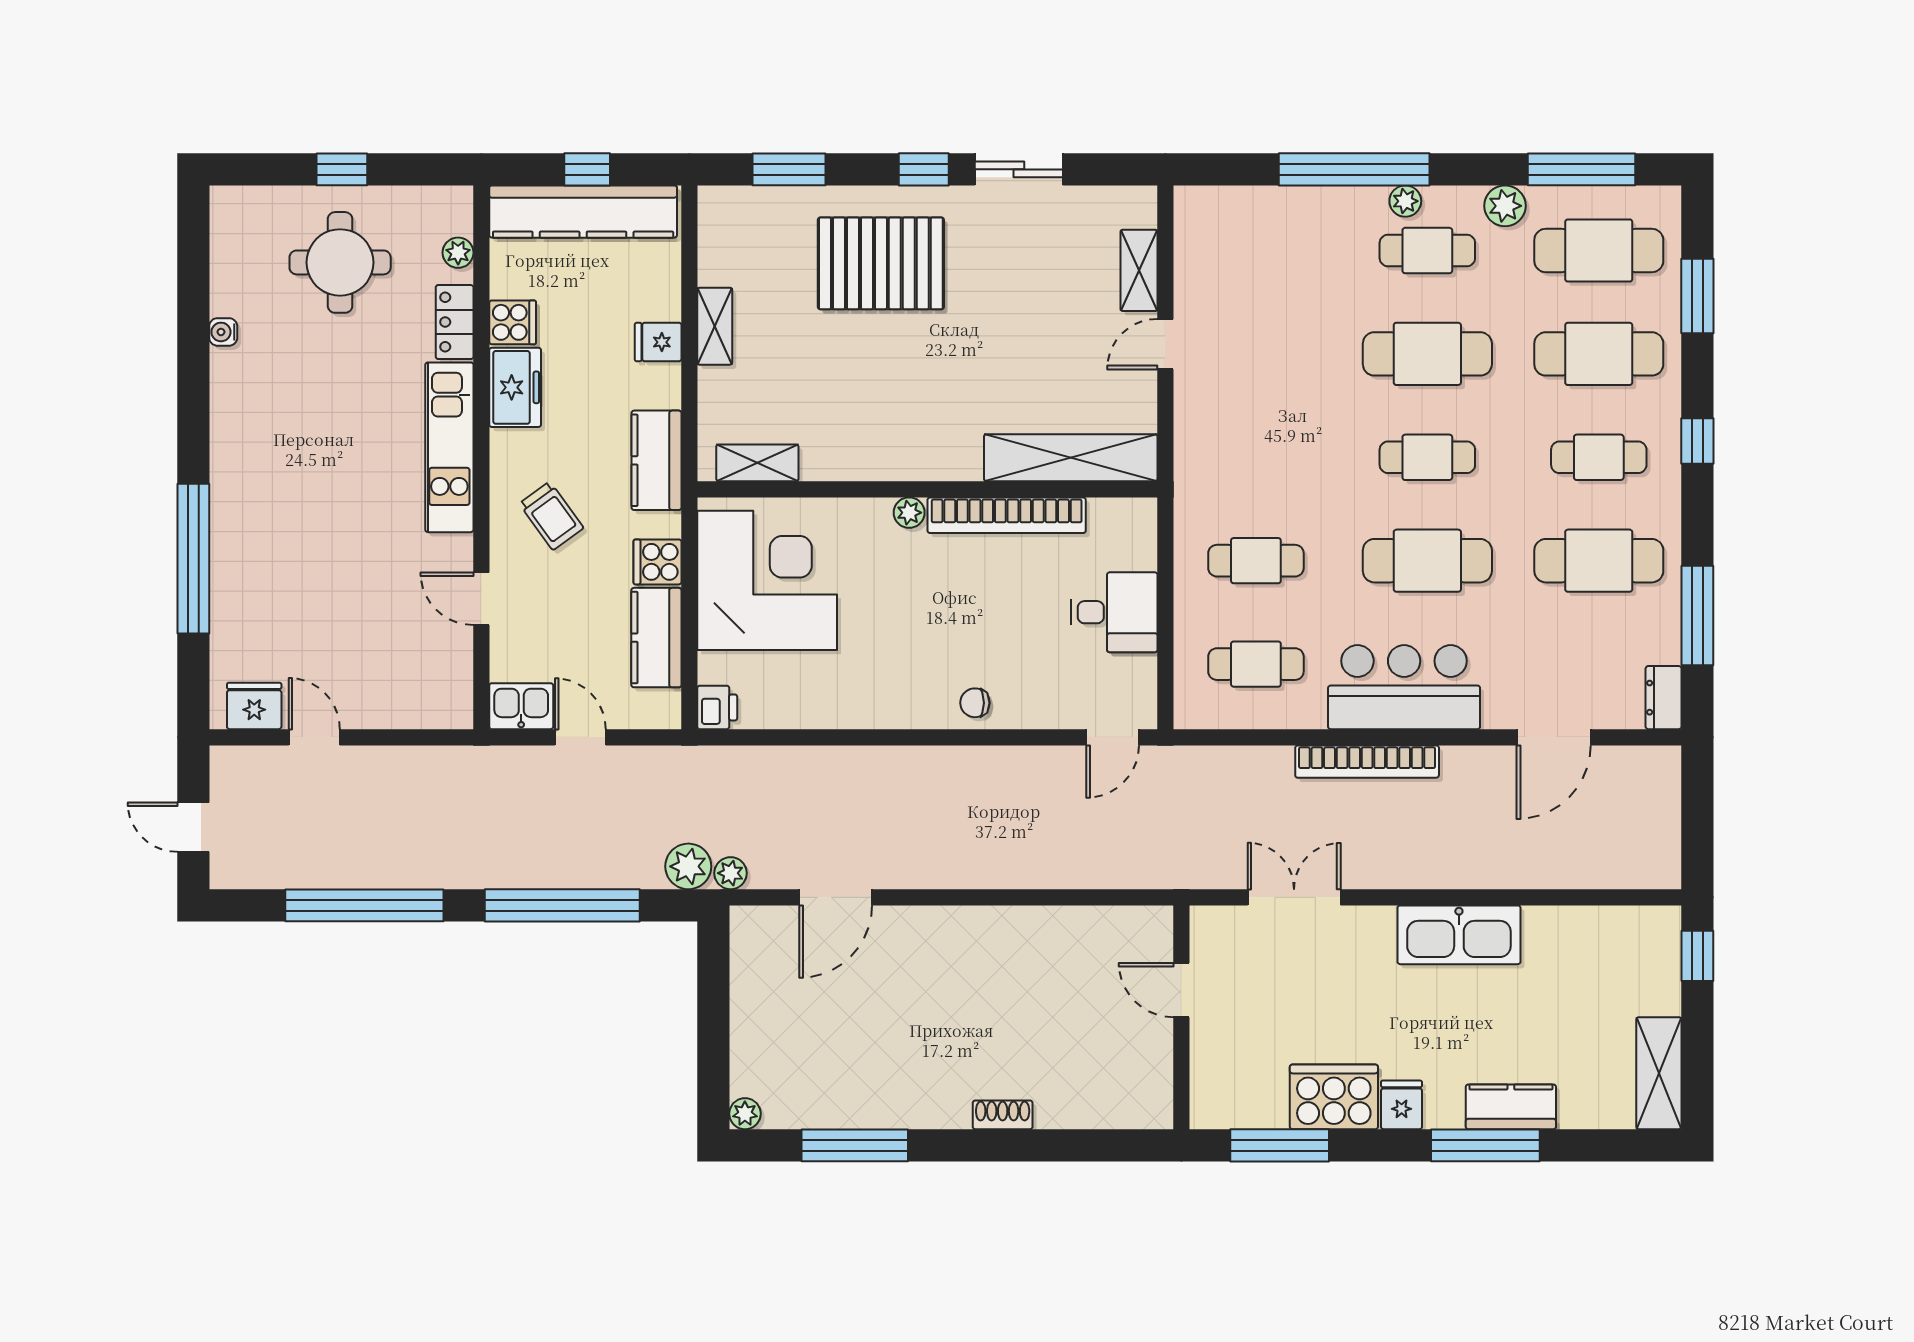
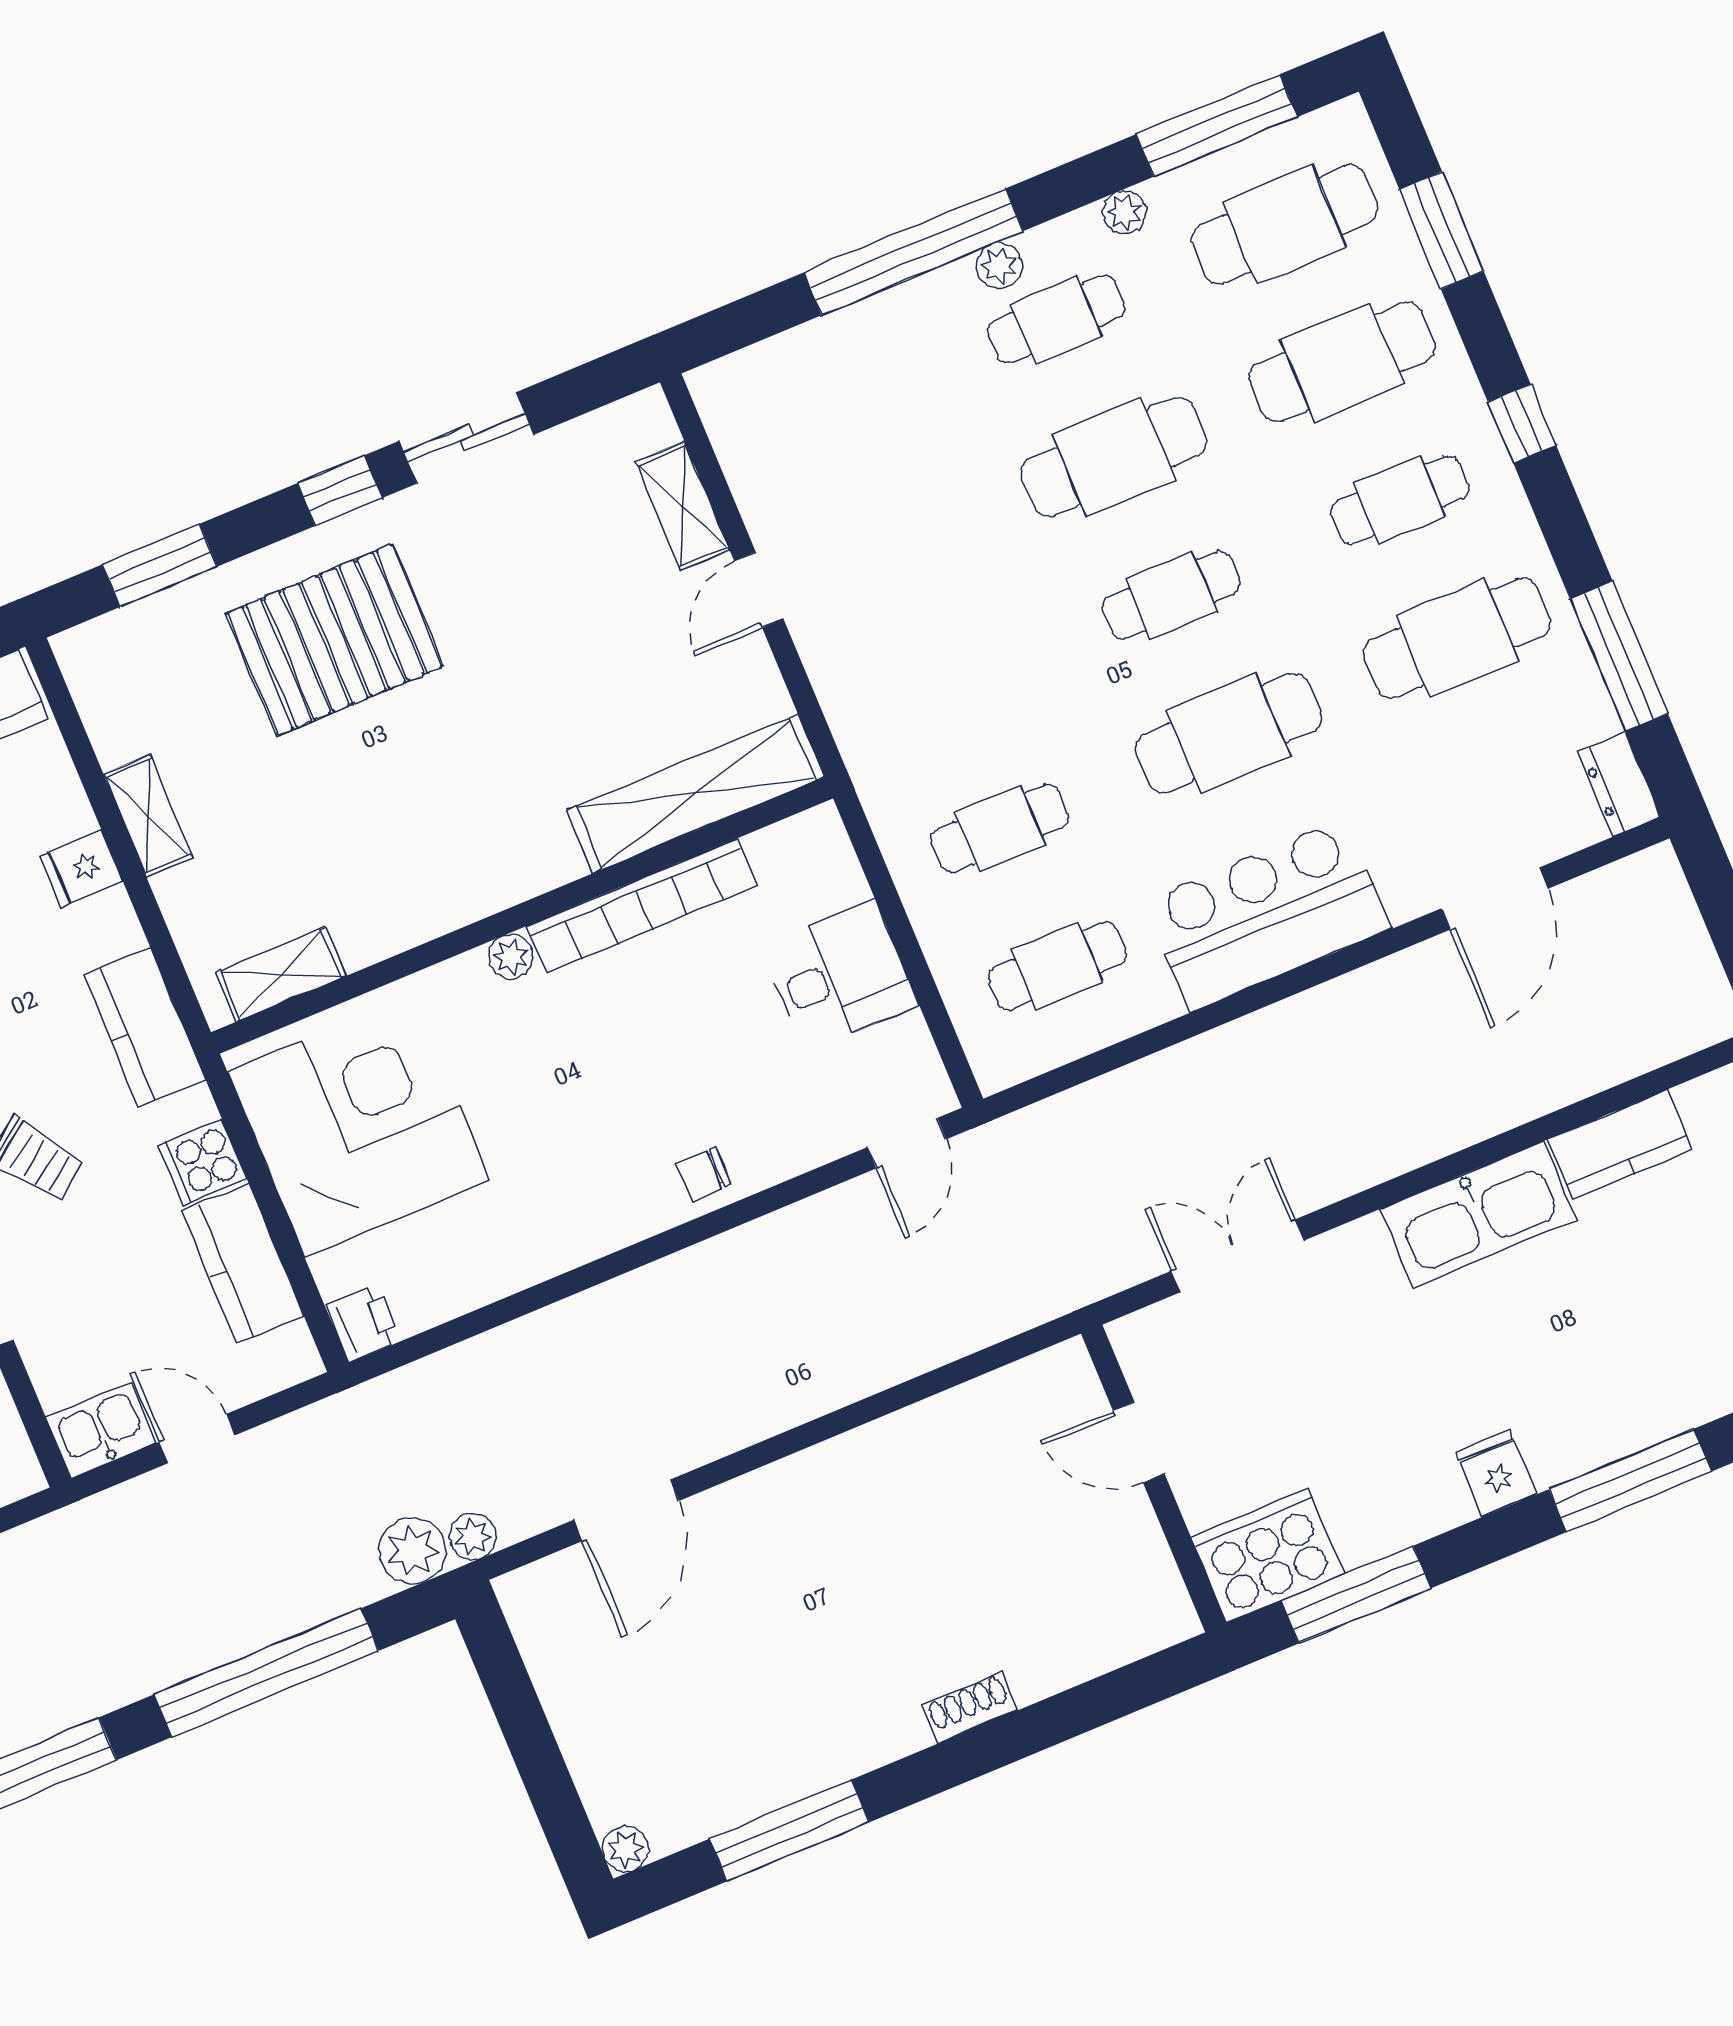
plant: (1505, 206) -> (1124, 212), width x0.73, depth x0.73
bookcase: (1367, 762) -> (1260, 1034), removed
cooker: (1334, 1097) -> (1267, 1556), moved
kitchen counter: (1511, 1107) -> (1620, 1144), moved, turned 180

